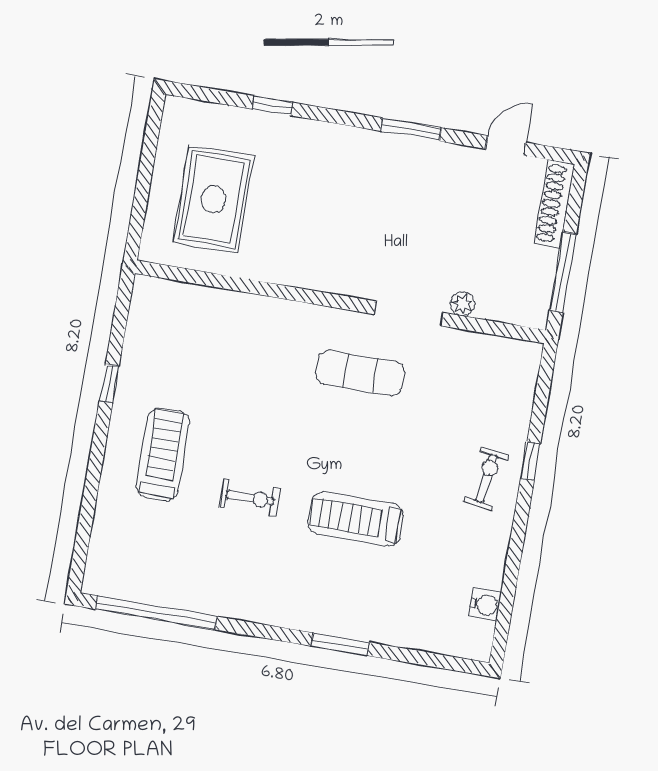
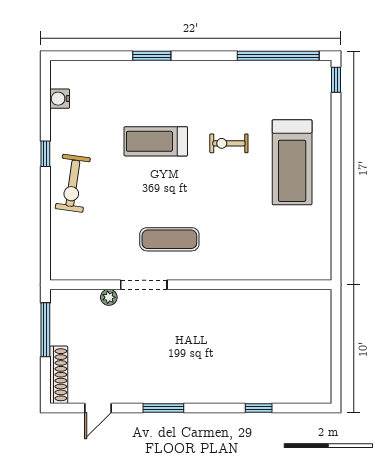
rug: (214, 199) -> (287, 339), removed
window: (109, 383) -> (336, 80), moved
treadmill: (163, 454) -> (292, 162), width x1.37, depth x1.38
window: (531, 461) -> (45, 154), moved
exercise bike: (487, 478) -> (73, 183), width x1.38, depth x1.39
treadmill: (356, 519) -> (156, 141), turned 180

